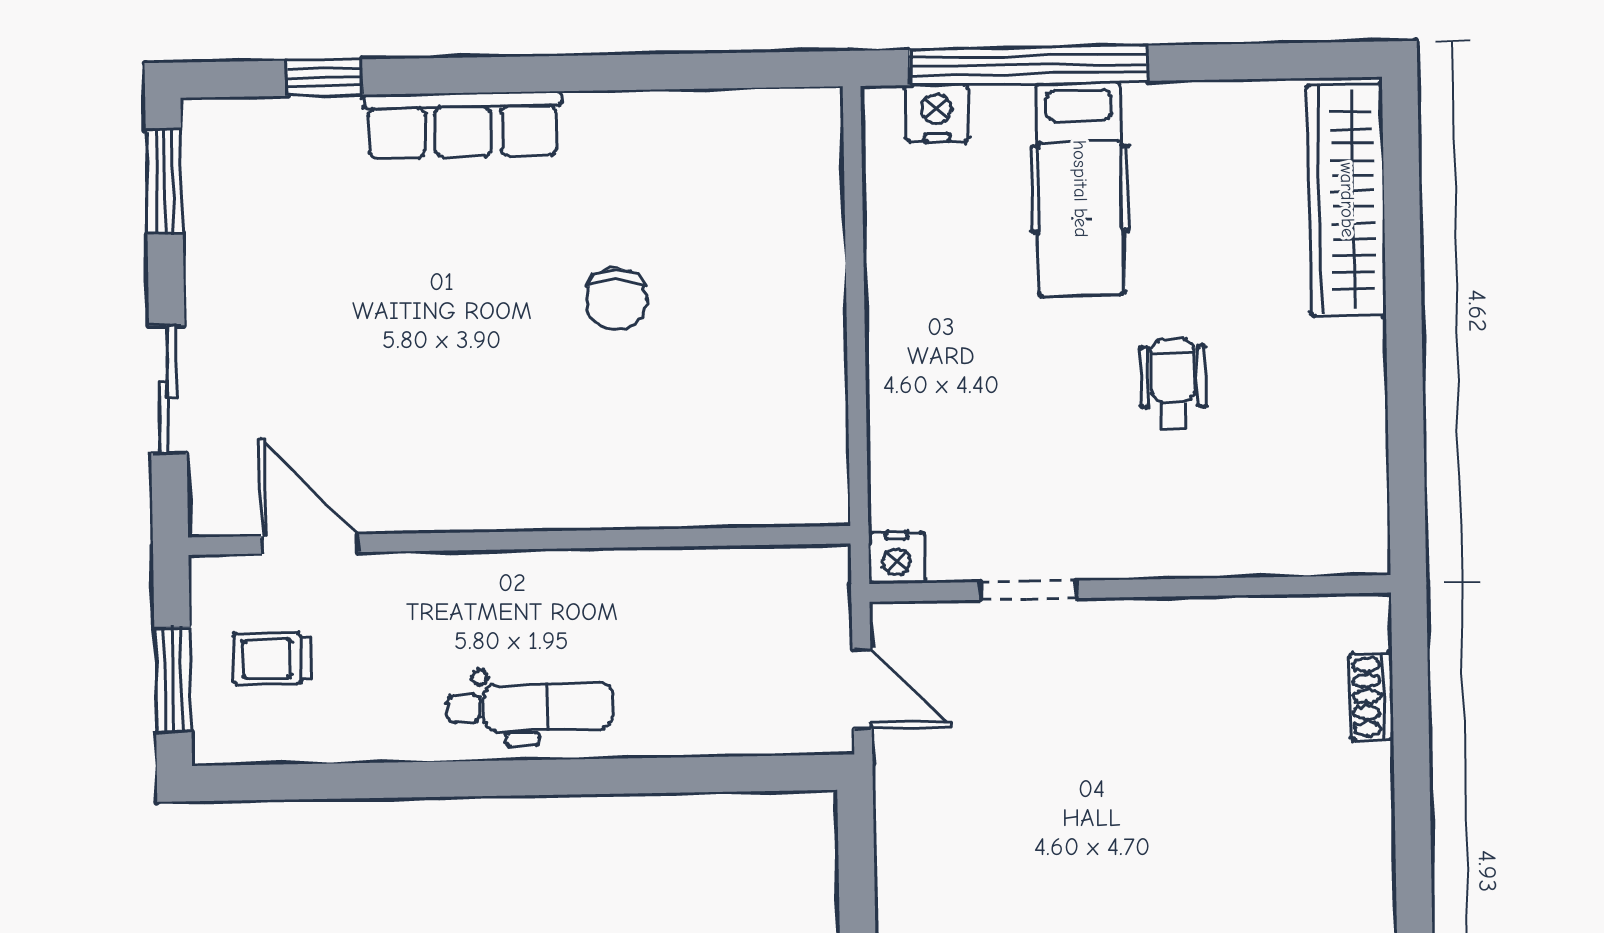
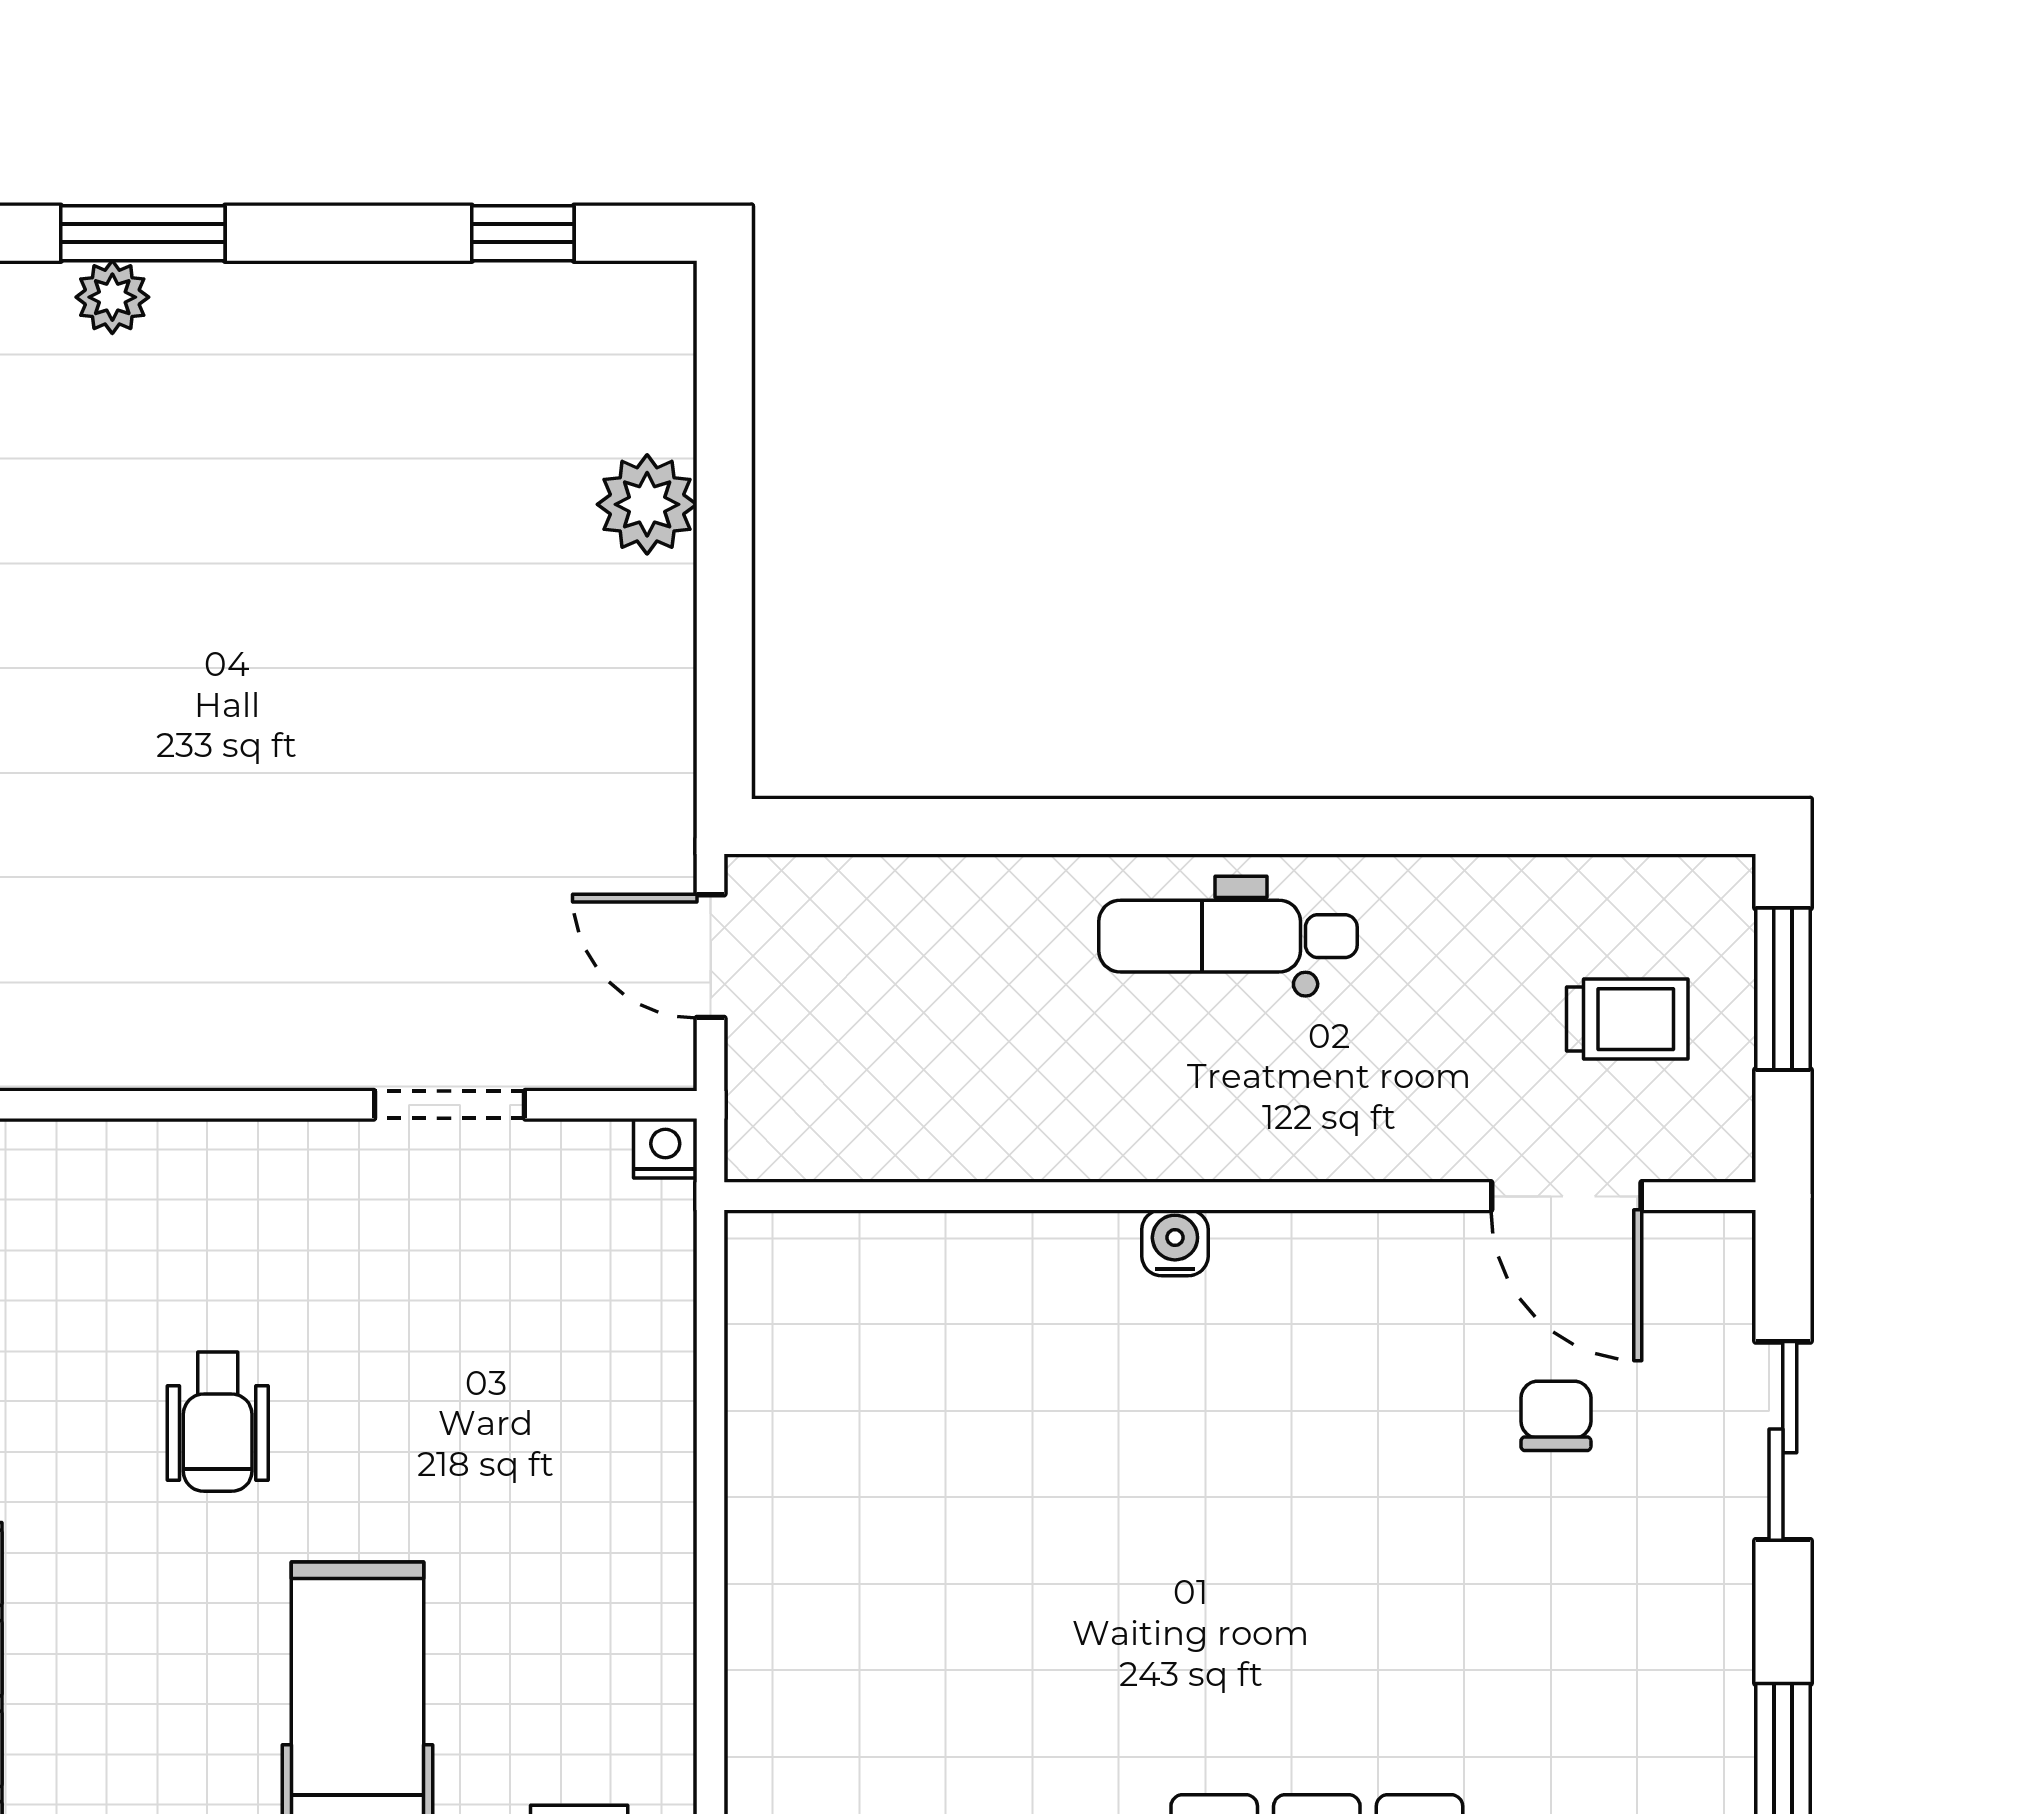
chair: (616, 299) -> (1556, 1416), moved, width x0.73, depth x0.73
water cooler: (561, 510) -> (1175, 1243), added
nightstand: (897, 558) -> (665, 1148), width x0.72, depth x0.74

